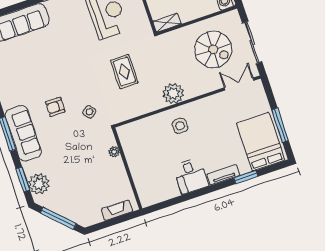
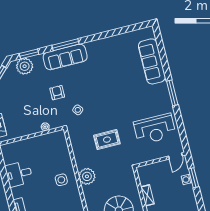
shelving: (167, 23) -> (147, 195), moved
armchair: (55, 107) -> (57, 93), moved
desk: (191, 176) -> (19, 174), moved

